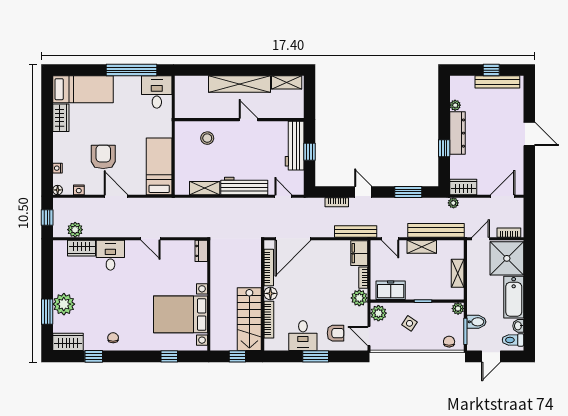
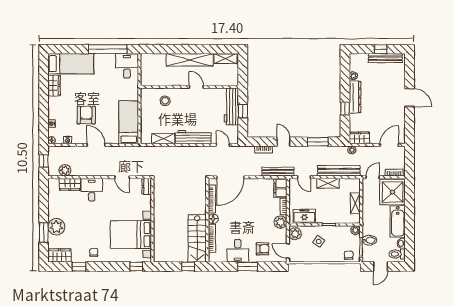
dresser: (201, 251) -> (147, 186), moved
wall: (209, 295) -> (152, 220), moved
bed with nightstands: (180, 314) -> (131, 235), moved

